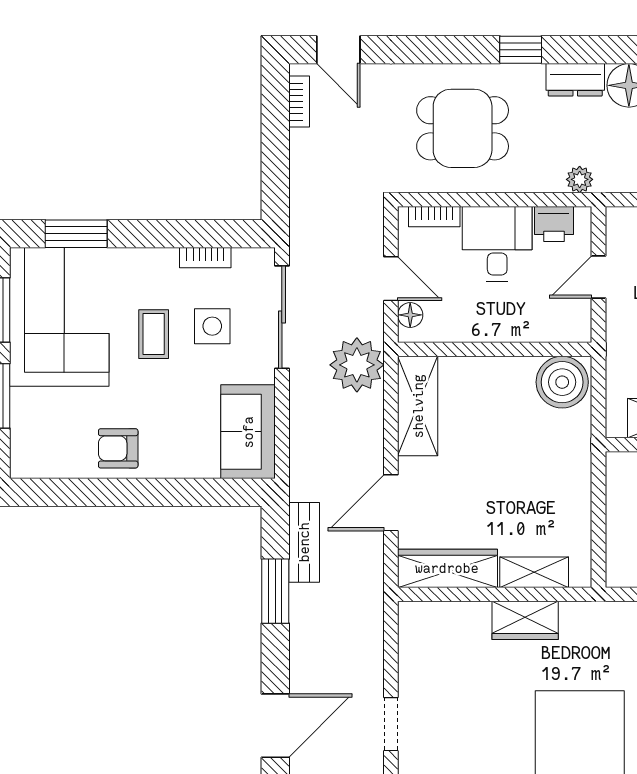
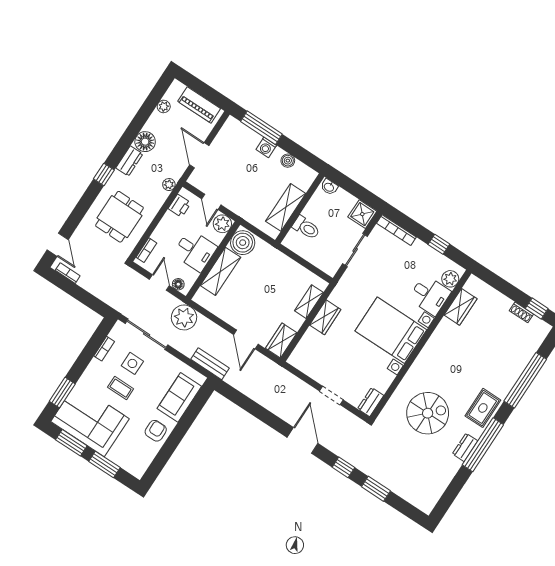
door: (338, 50) -> (58, 245), hinge flipped
desk: (497, 244) -> (195, 251), moved, turned 180
door: (391, 279) -> (159, 282), hinge flipped
plant: (572, 323) -> (222, 224), added
shelving: (418, 406) -> (220, 271), moved, turned 90
sofa: (248, 432) -> (179, 397), moved, turned 90
armchair: (118, 448) -> (156, 431), turned 180
bench: (304, 542) -> (210, 364), moved
wardrobe: (447, 568) -> (281, 340), width x0.67
window: (275, 591) -> (251, 406), removed

